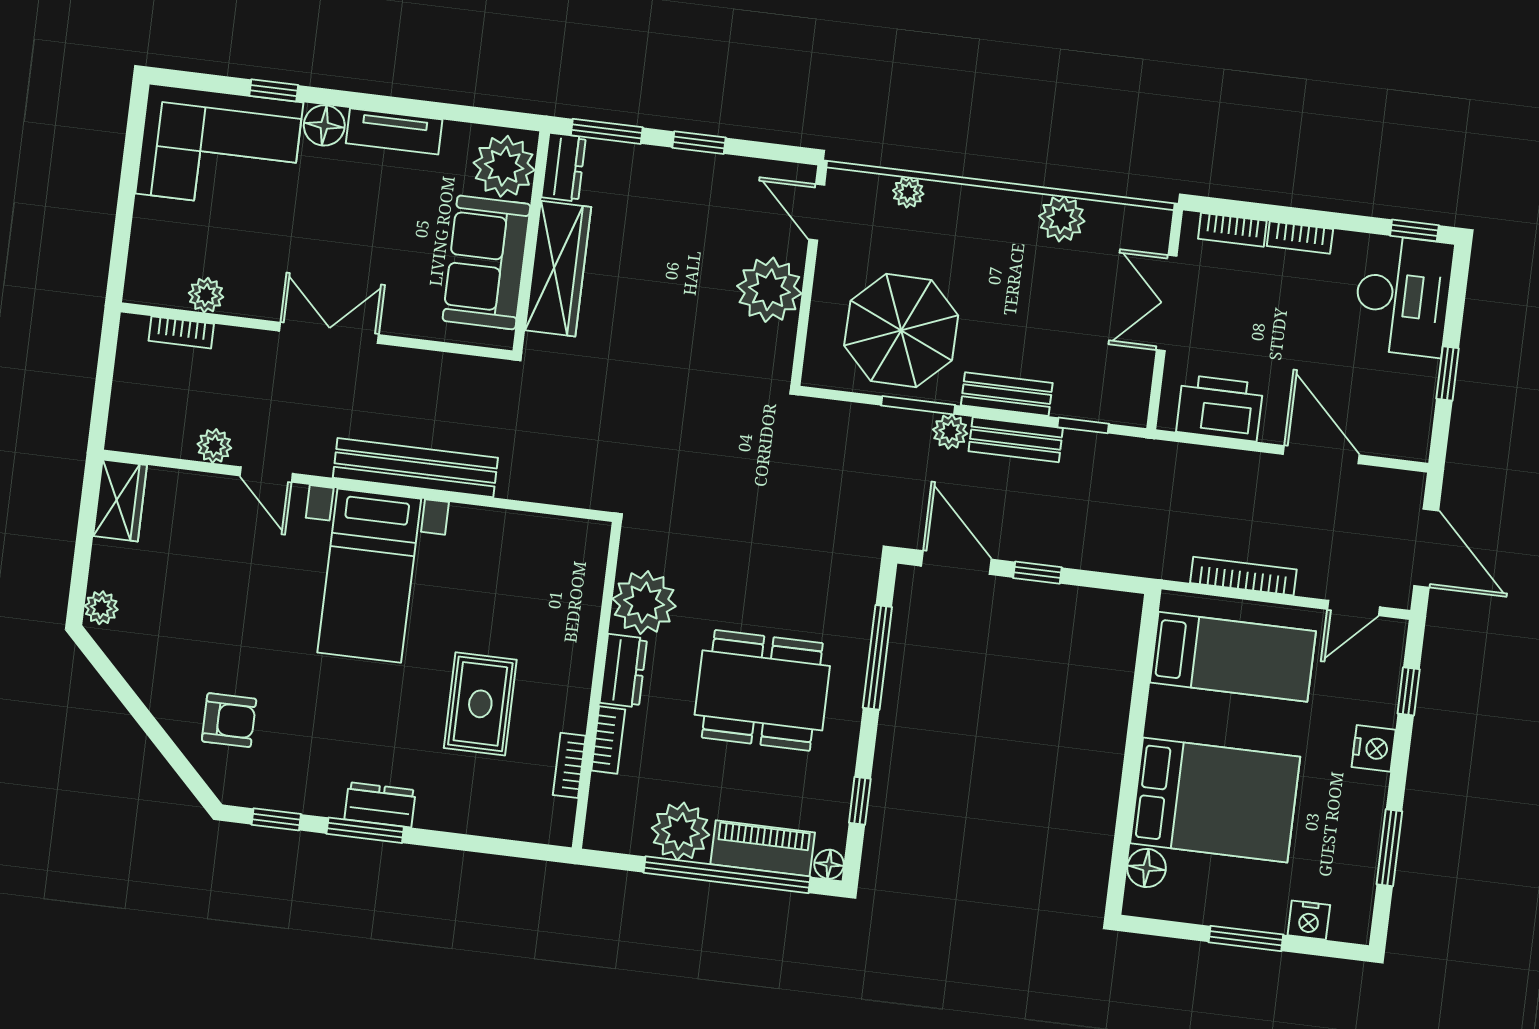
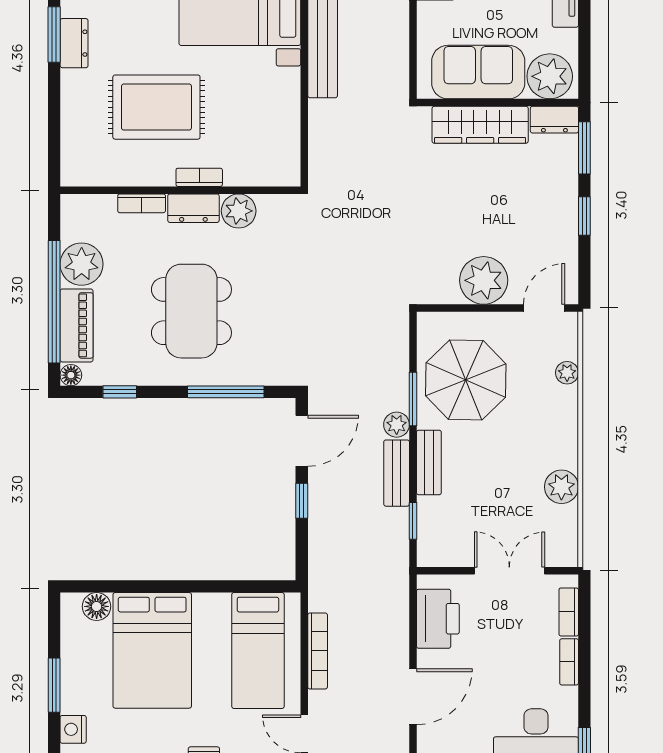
plant: (644, 602) -> (239, 211), width x0.73, depth x0.73
rug: (480, 704) -> (156, 107), width x1.36, depth x1.43
bookcase: (569, 765) -> (199, 177), moved

